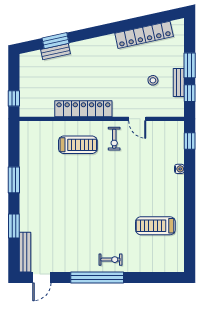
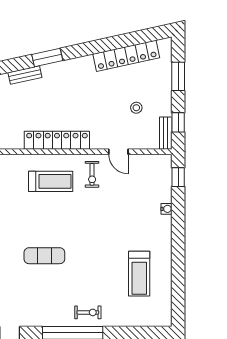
window: (55, 41) -> (47, 57), moved
window: (190, 65) -> (178, 76), moved
bench: (179, 83) -> (166, 133), moved
exercise mat: (72, 210) -> (44, 256), added
treadmill: (155, 226) -> (139, 274), turned -90

